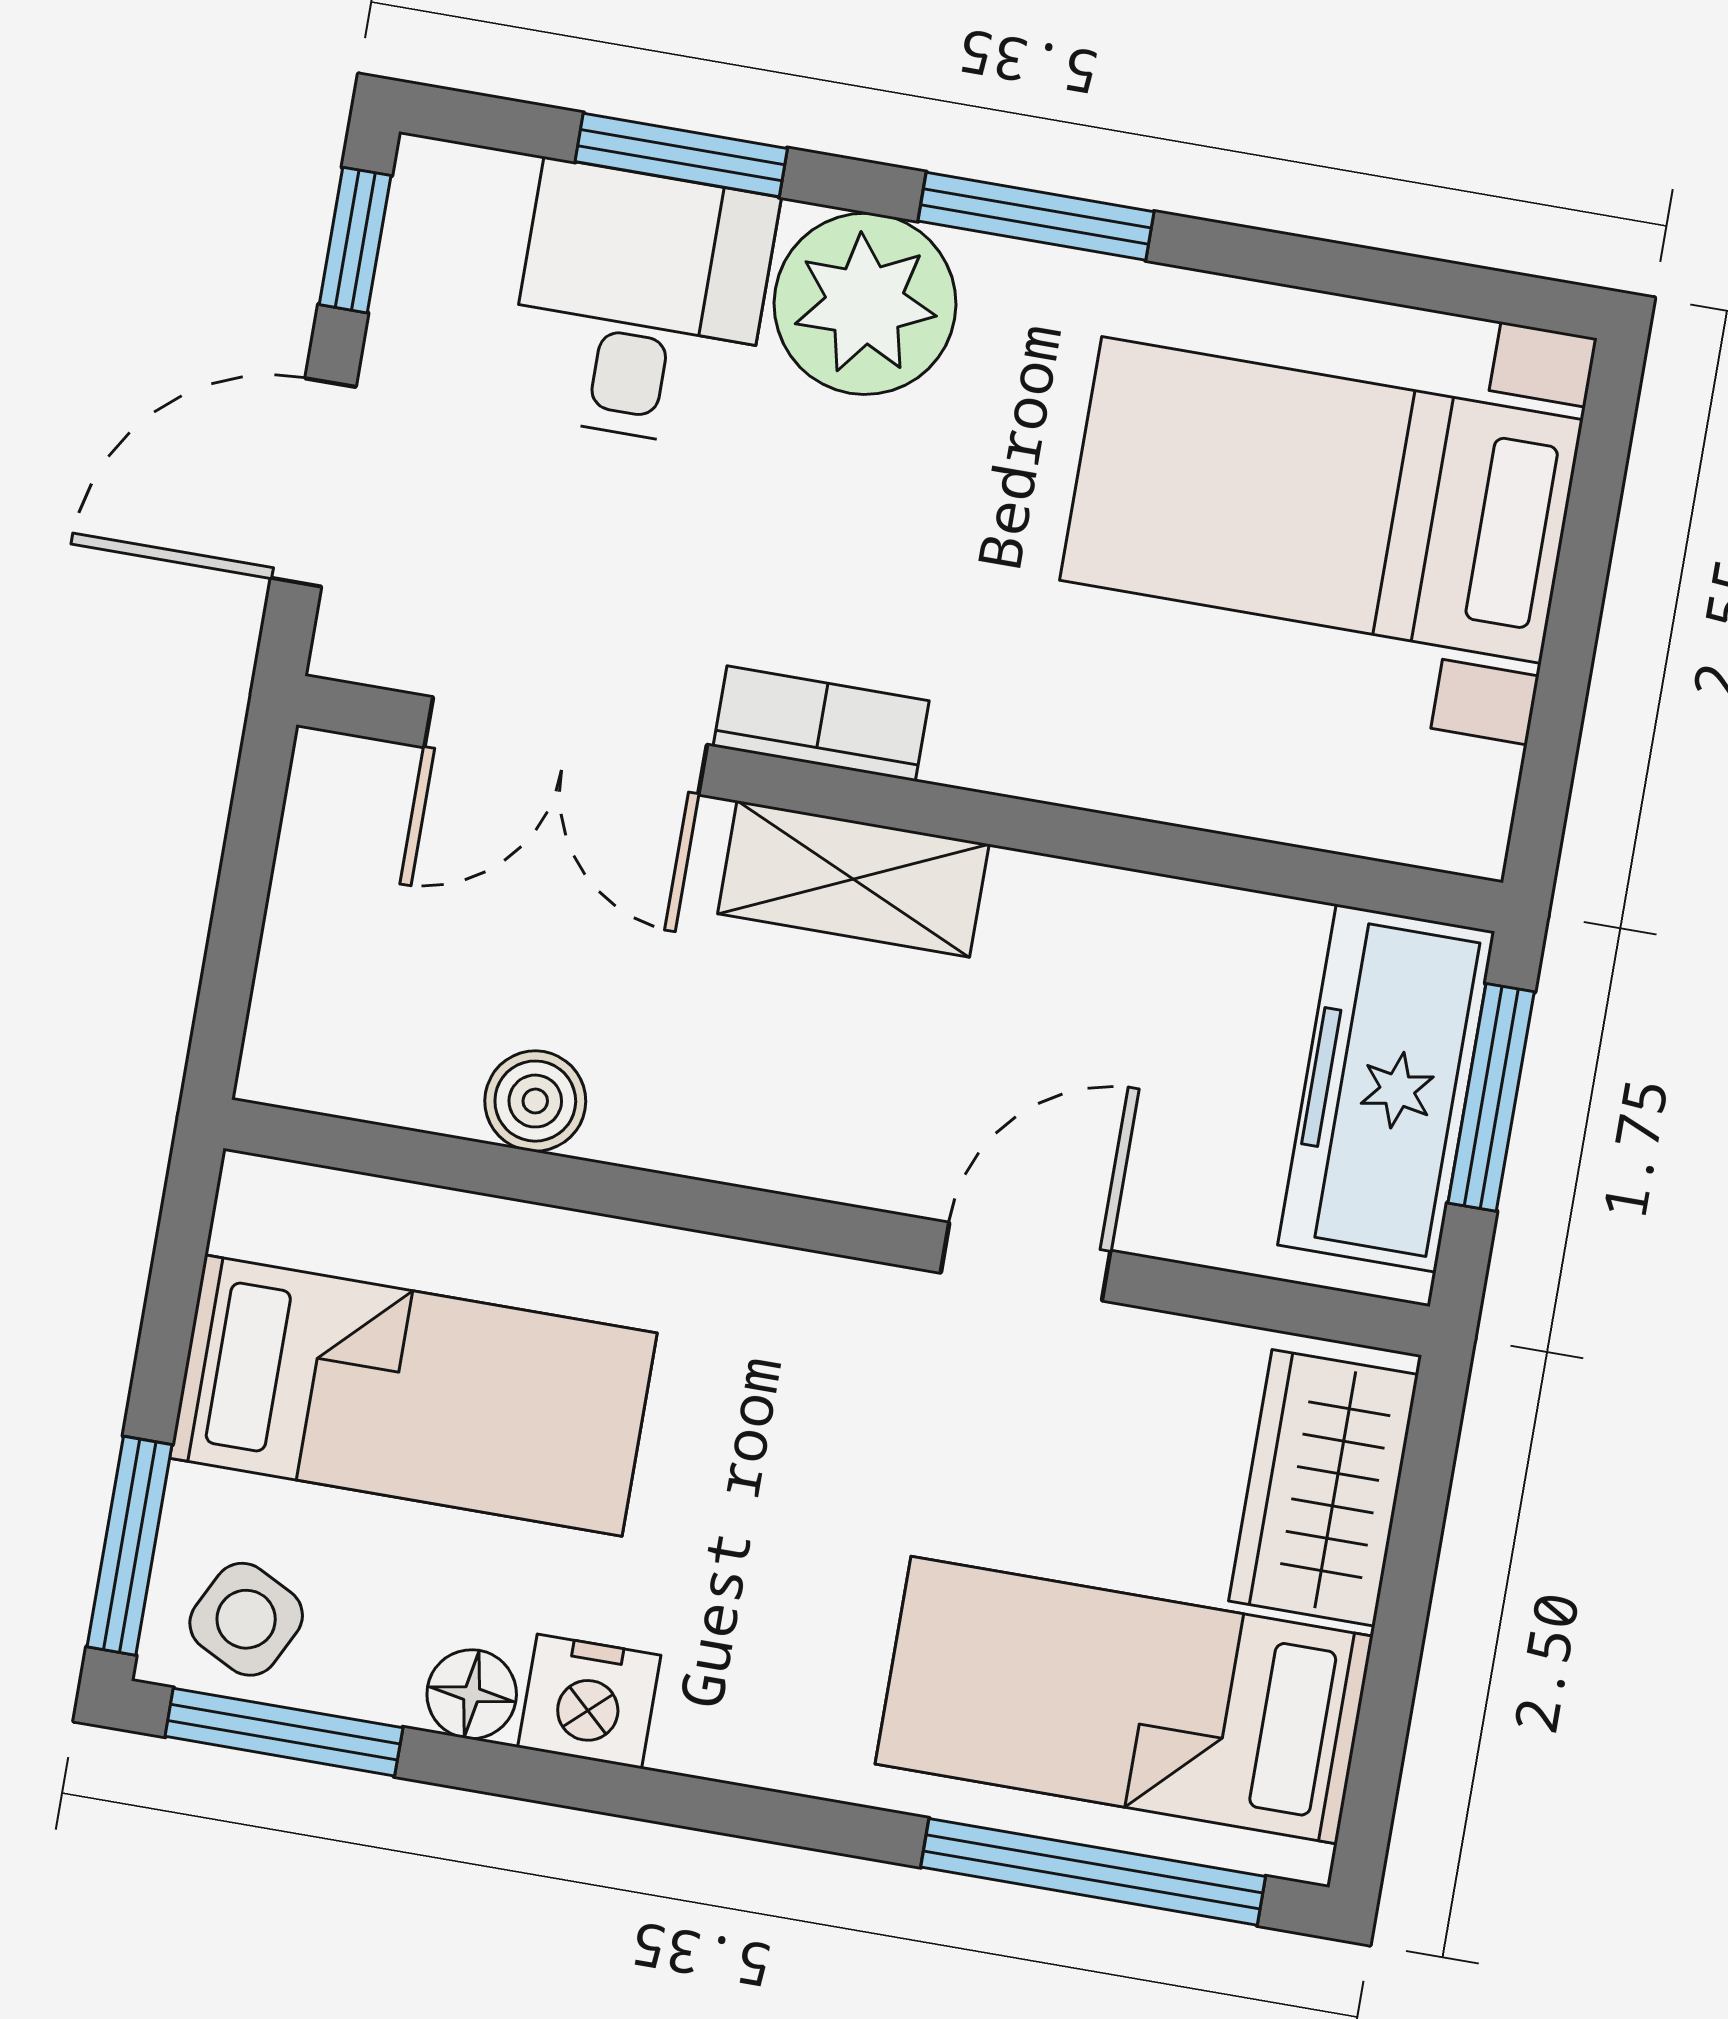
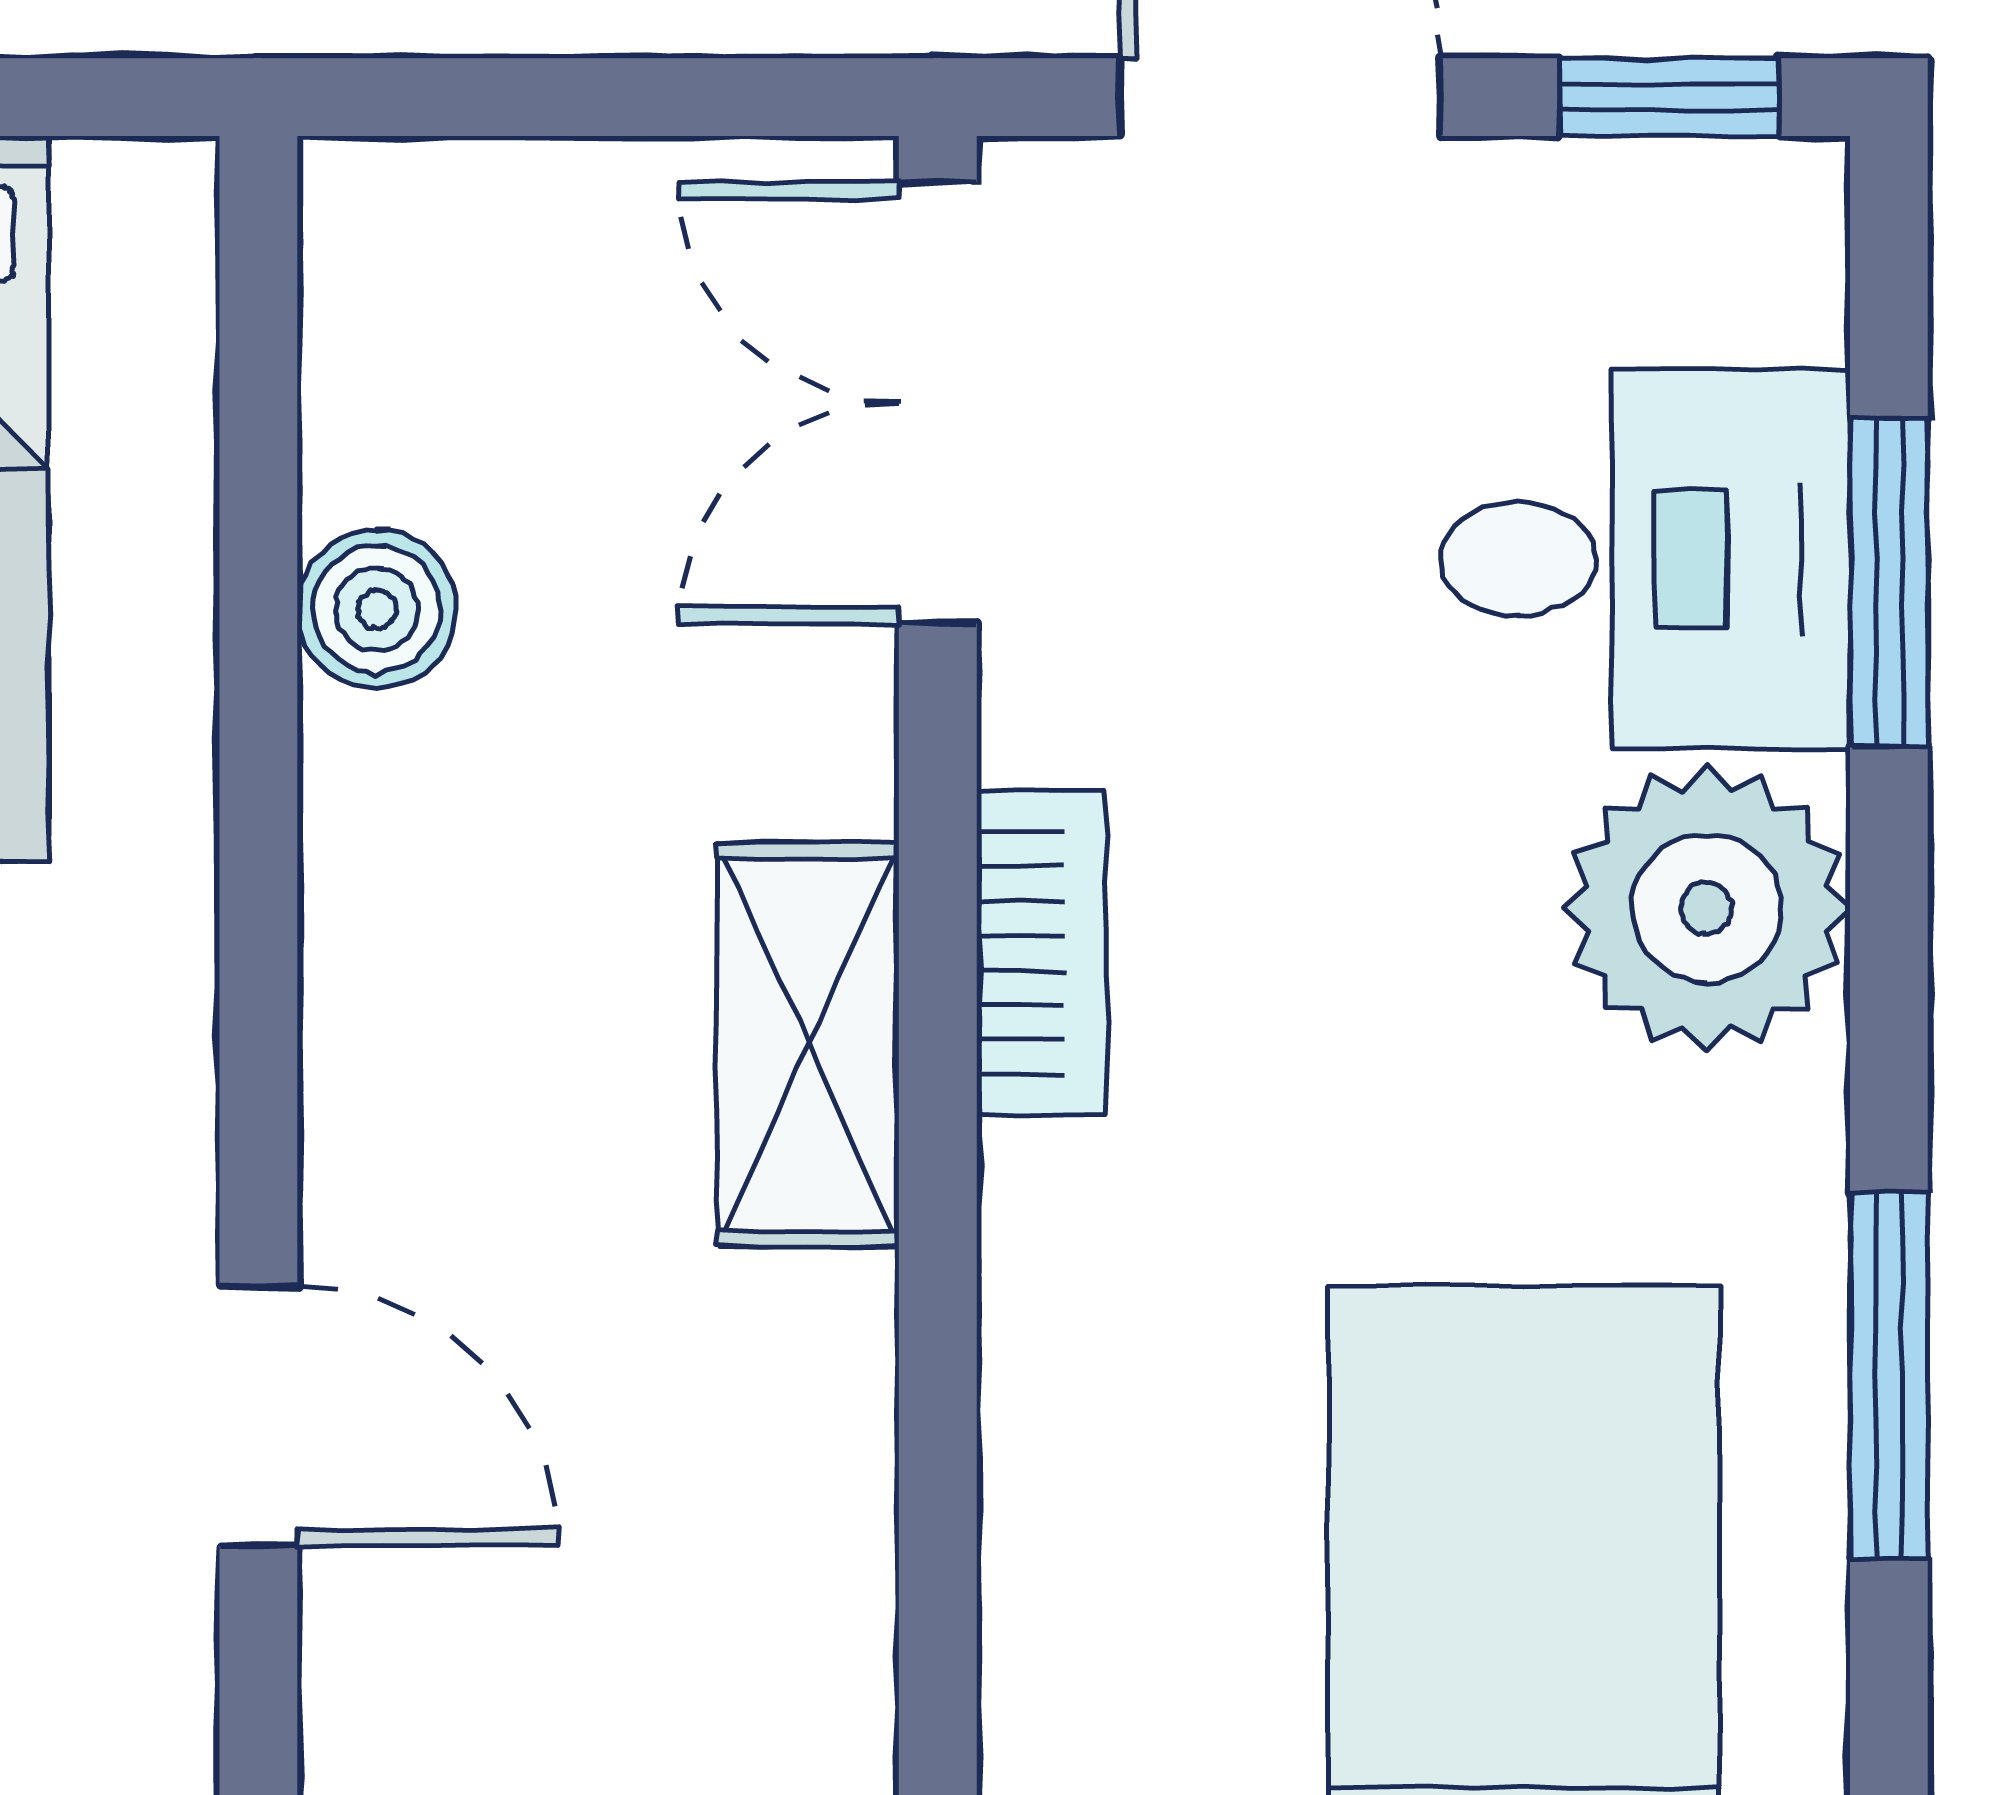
window: (1036, 216) -> (1889, 1375), moved
double door: (566, 746) -> (938, 403), moved

